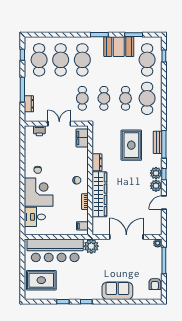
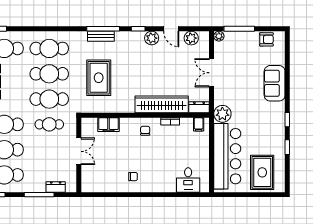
cafe table: (104, 98) -> (49, 99), width x1.37, depth x1.35
cafe table: (125, 98) -> (49, 74), width x1.37, depth x1.35
double door: (59, 124) -> (79, 151), swing flipped
printer: (39, 131) -> (87, 175), removed
filing cabinet: (82, 138) -> (108, 125), moved
rug: (131, 145) -> (99, 78), moved, turned 90
dresser: (97, 162) -> (199, 107), moved
plant: (156, 173) -> (191, 38), moved
corner desk: (39, 192) -> (159, 176), removed
double door: (126, 237) -> (212, 73), width x0.73

